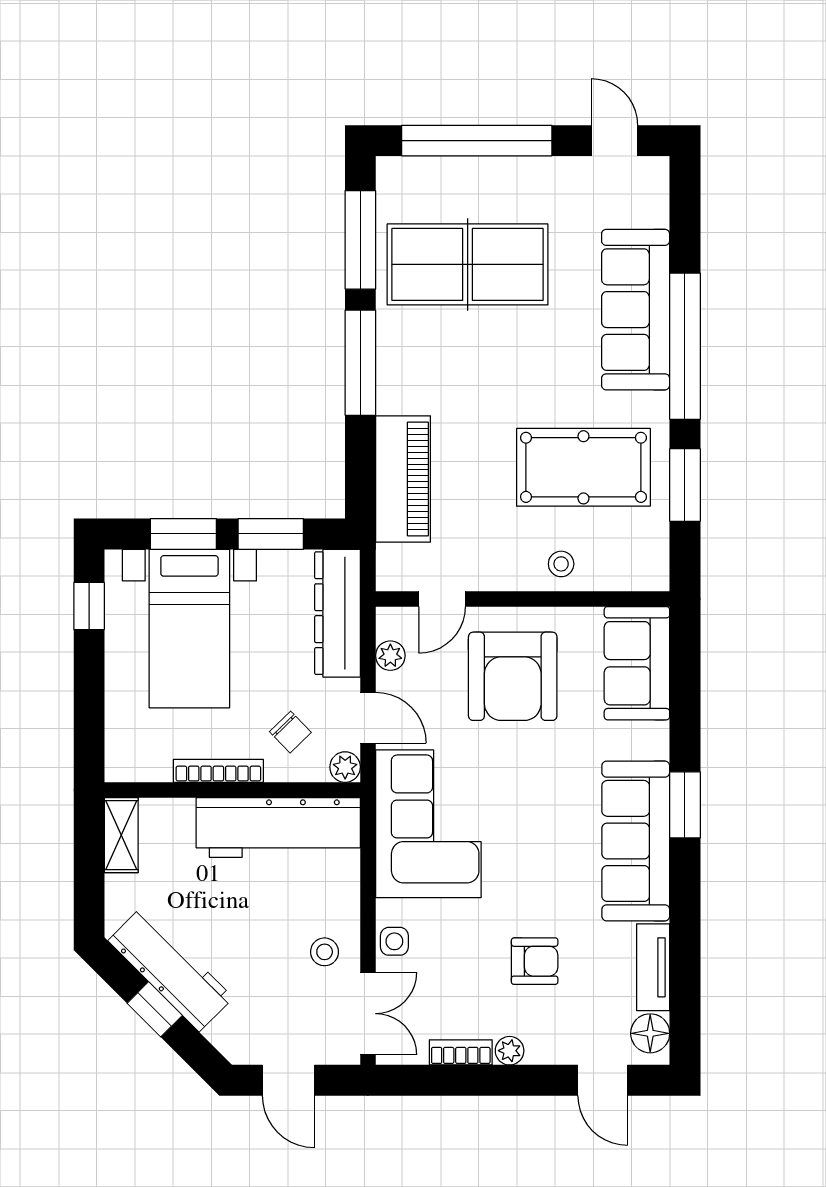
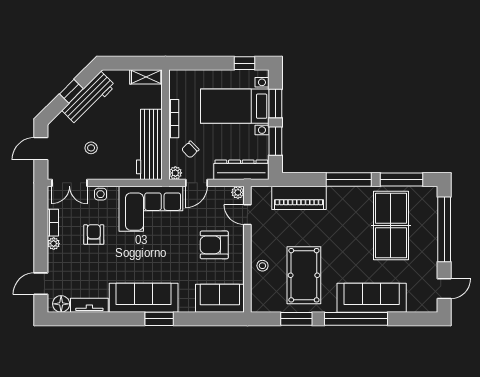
plant: (390, 656) -> (238, 192), moved
armchair: (513, 676) -> (214, 245), width x0.73, depth x0.73
stool: (325, 952) -> (91, 148), moved
armchair: (535, 961) -> (94, 235), moved, turned 180

